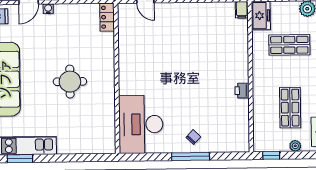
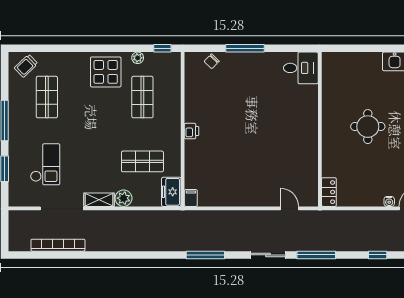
printer: (242, 91) -> (191, 131), moved
desk: (141, 124) -> (301, 68), width x0.53, depth x0.77
chair: (193, 137) -> (212, 61), moved

